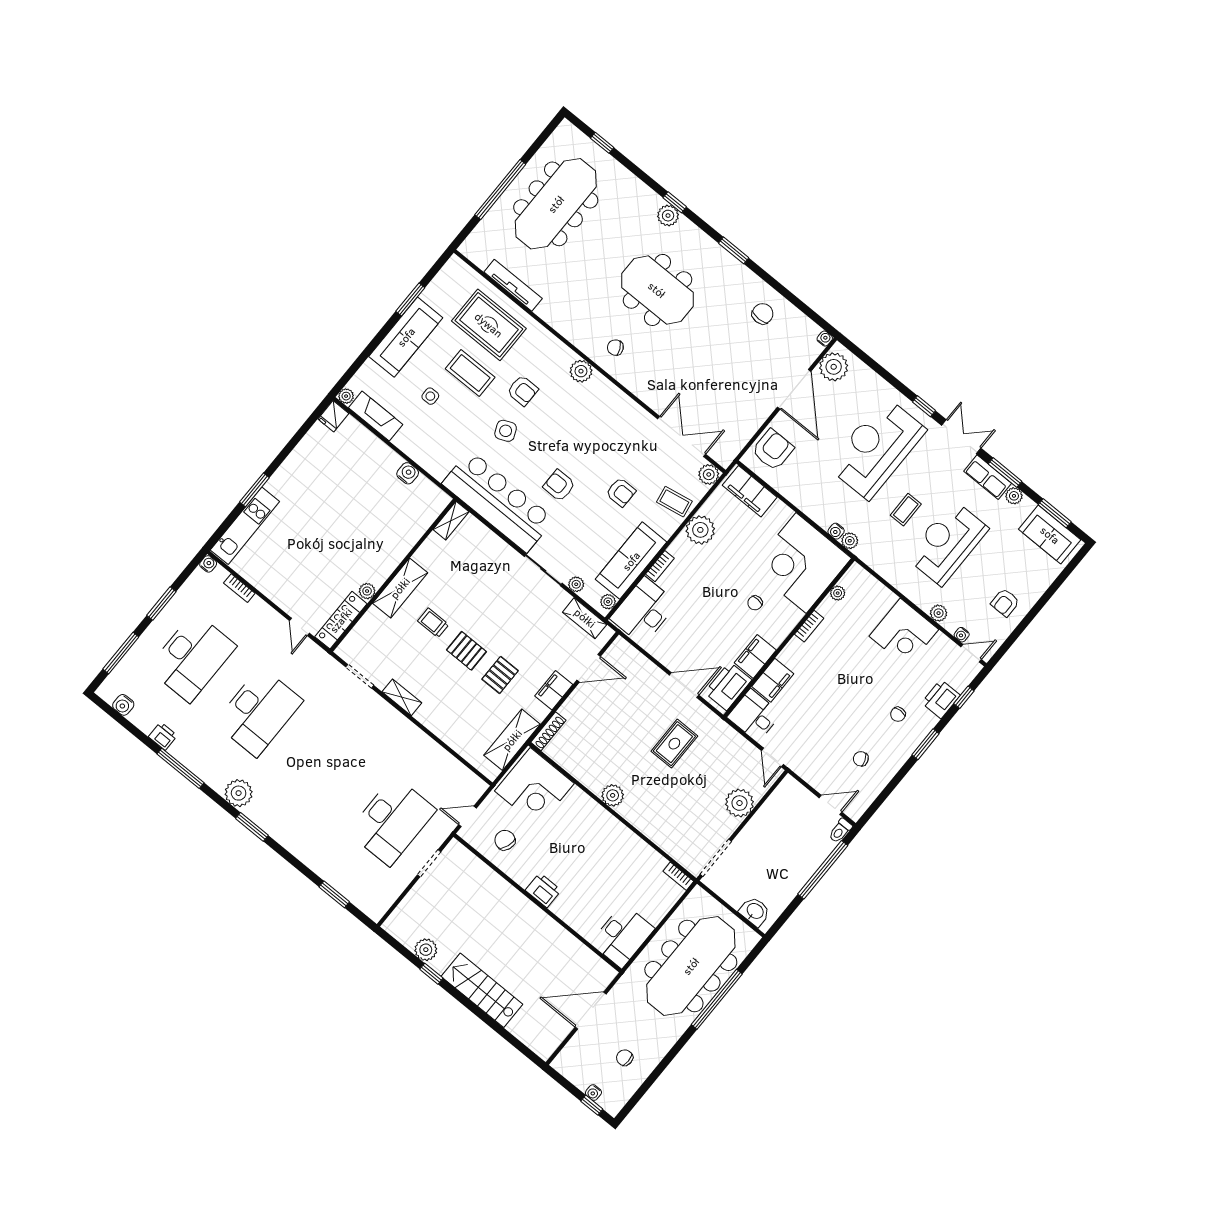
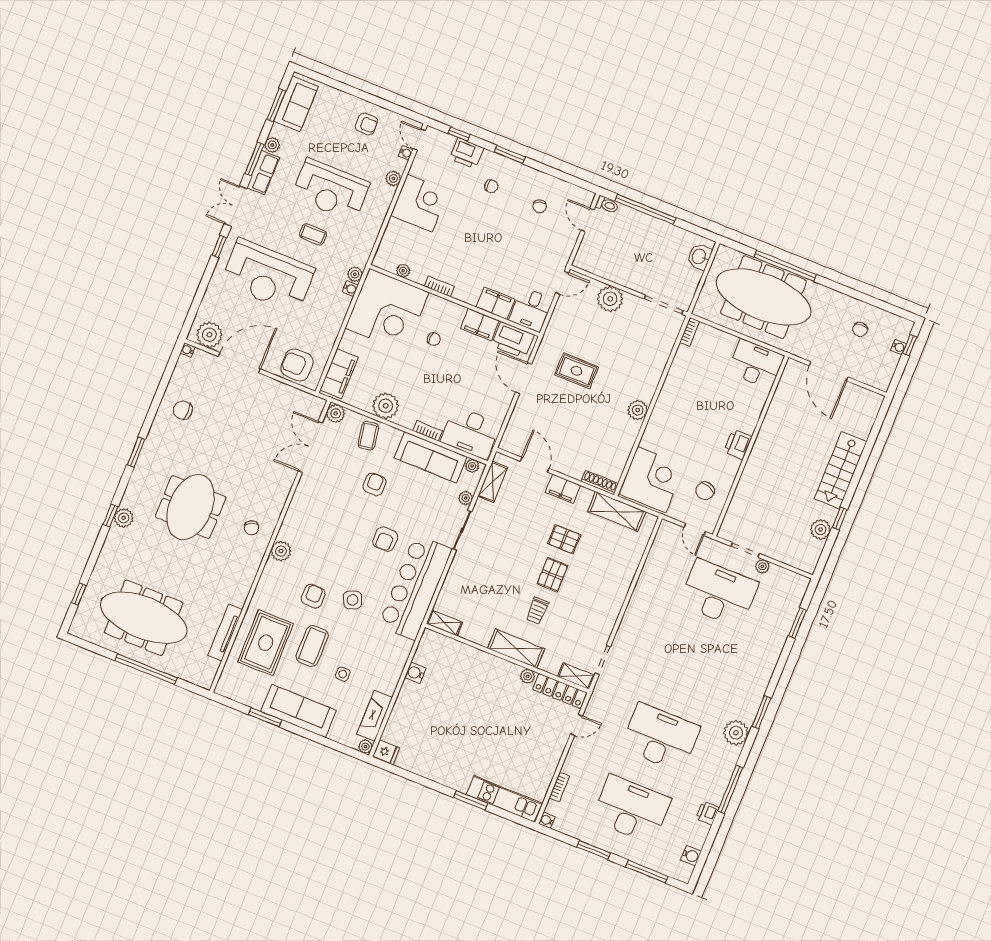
shelving: (402, 697) -> (576, 676), moved, turned 90
plant: (406, 876) -> (762, 566), added

